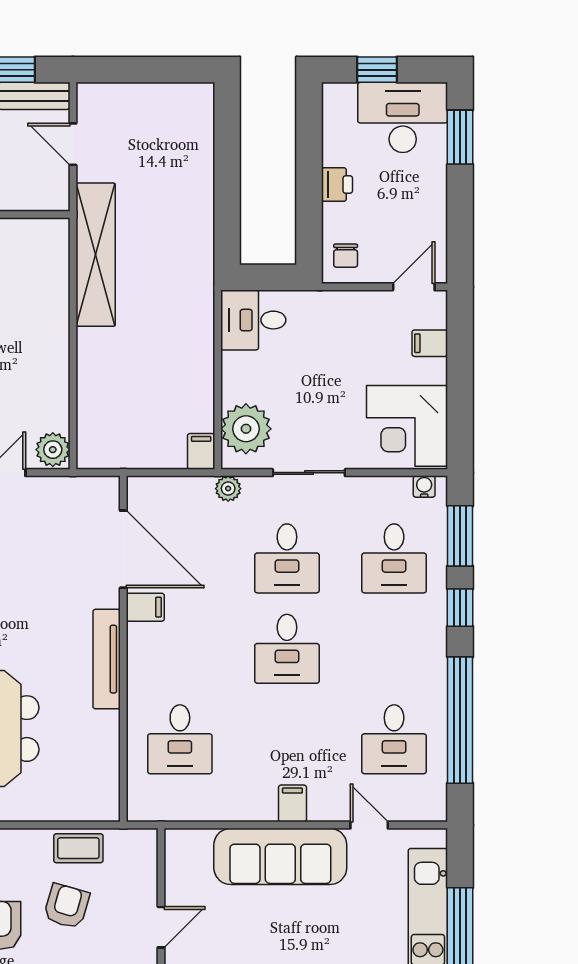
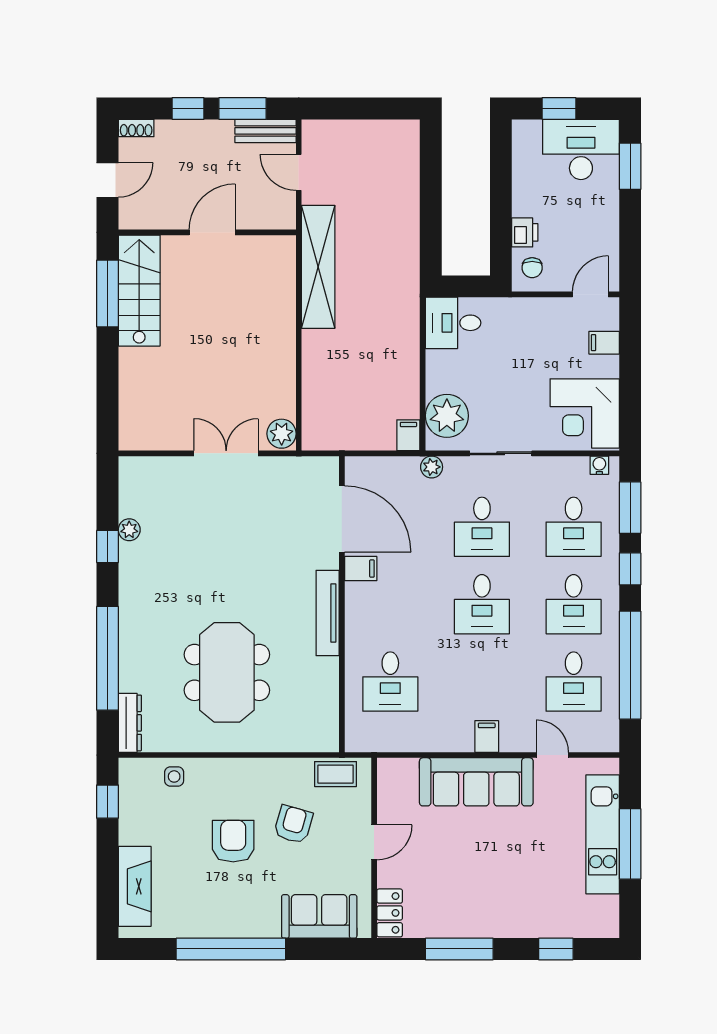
printer: (337, 184) -> (525, 232), moved
desk: (394, 649) -> (574, 604), added
coffee table: (78, 848) -> (336, 774), moved

